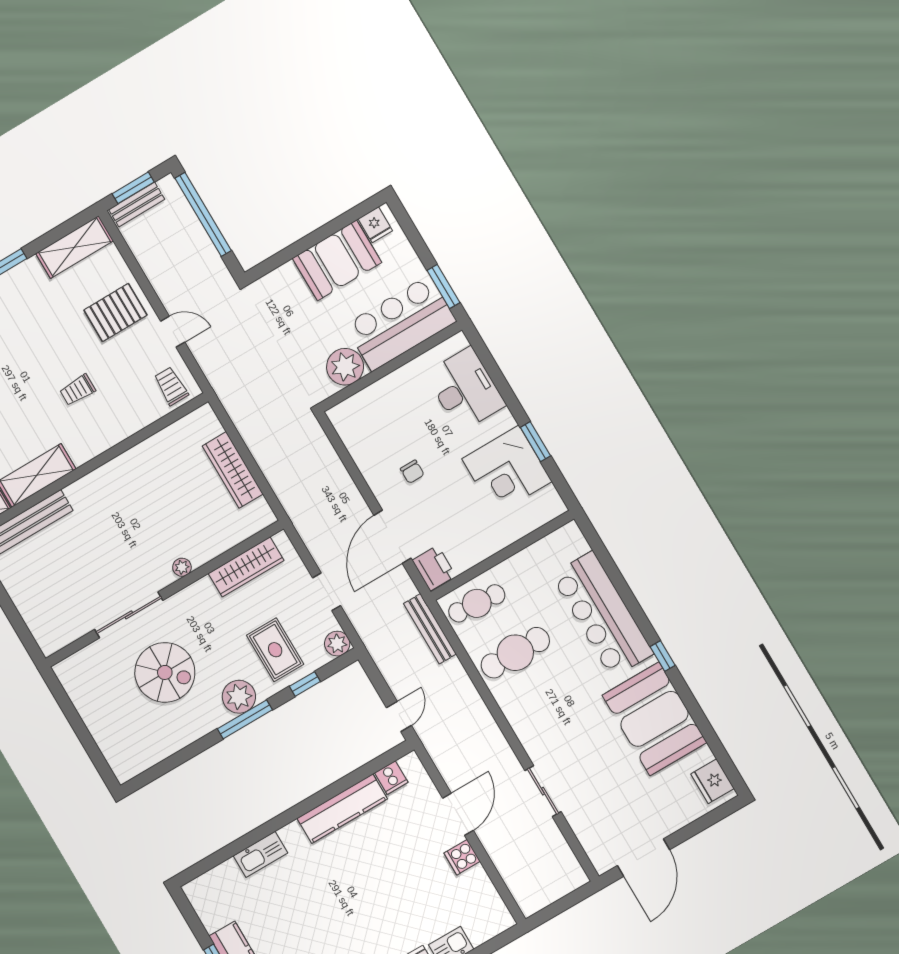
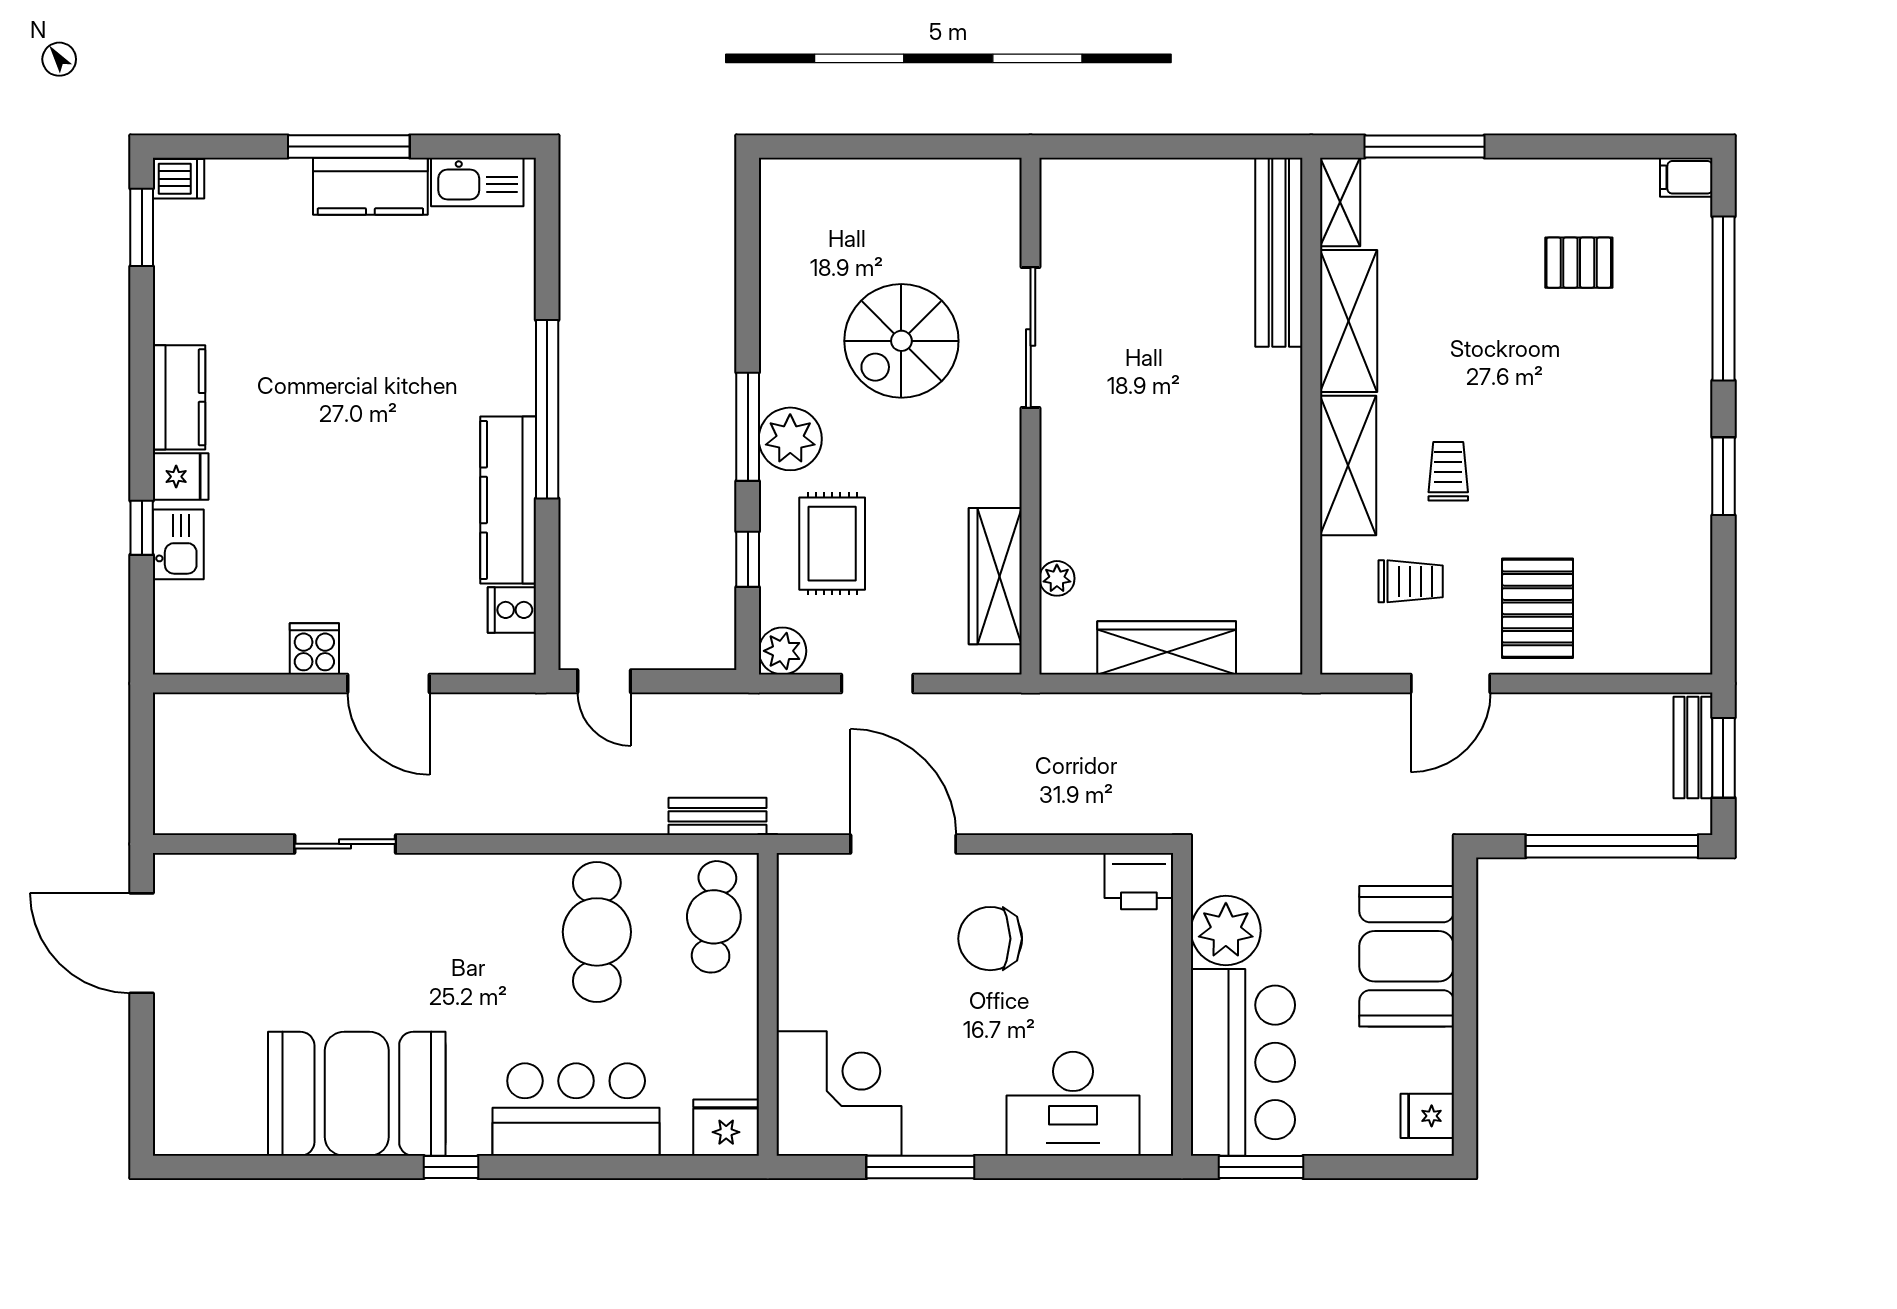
shelving: (75, 247) -> (1348, 466), moved
booth: (337, 260) -> (1407, 956), moved
door: (173, 332) -> (1451, 684), width x1.38
trolley: (171, 386) -> (1411, 581), moved
window: (535, 442) -> (920, 1167), width x1.44
corner desk: (507, 470) -> (839, 1093), moved, turned 90
chair: (412, 472) -> (990, 939), width x1.87, depth x1.87
plant: (182, 567) -> (1057, 578), moved
printer: (434, 568) -> (1139, 881), moved
bar counter: (602, 614) -> (576, 1110), width x0.73
bench: (430, 629) -> (717, 816), width x0.73
rug: (275, 650) -> (832, 544), turned 90
fridge: (712, 781) -> (726, 1128), moved
window: (291, 815) -> (547, 409), added
kitchen sink: (260, 854) -> (477, 182), moved, turned -90

